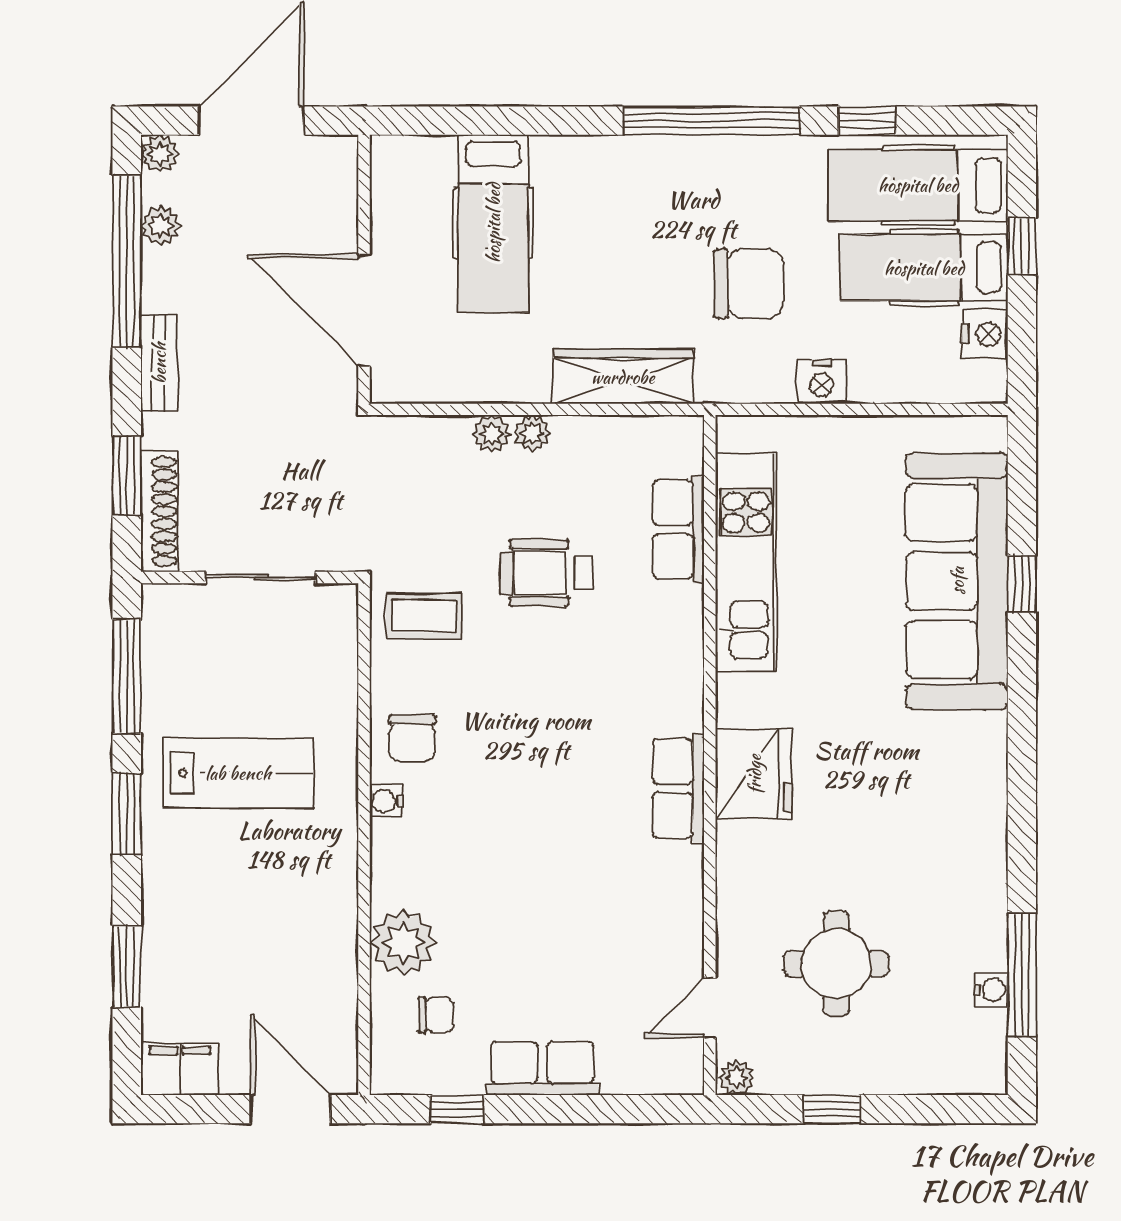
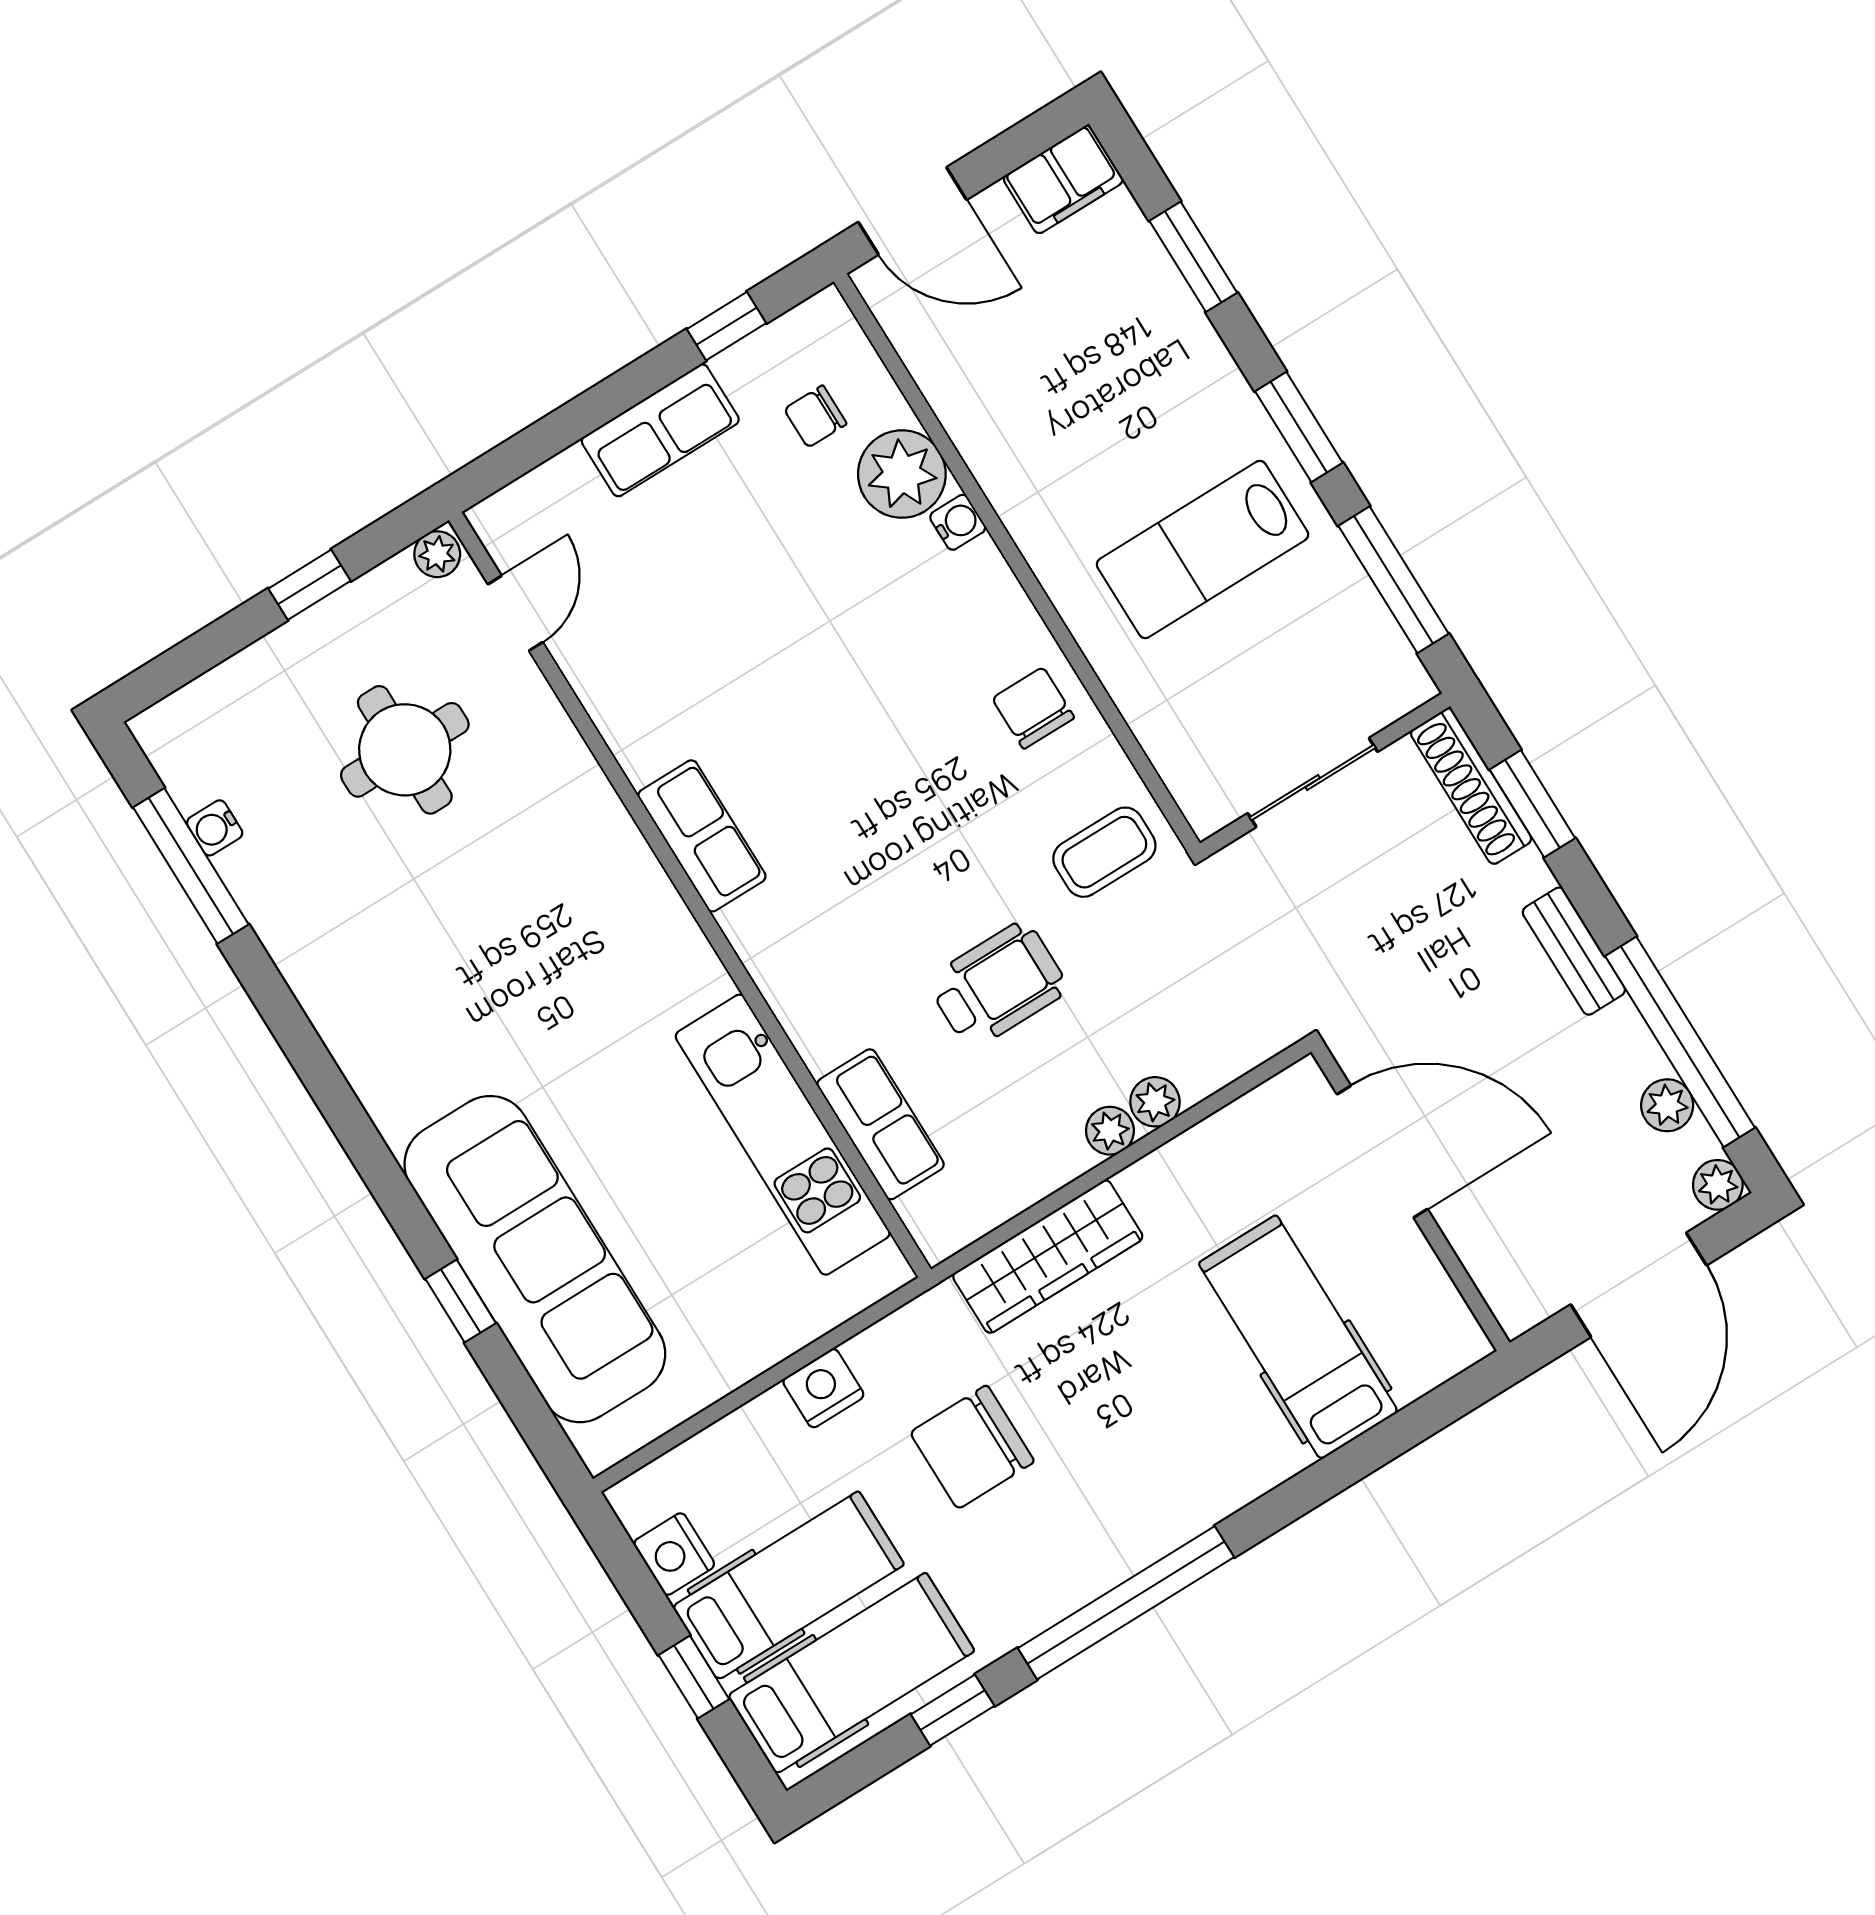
fridge: (754, 774) -> (628, 904), removed
water cooler: (386, 801) -> (958, 522), moved

